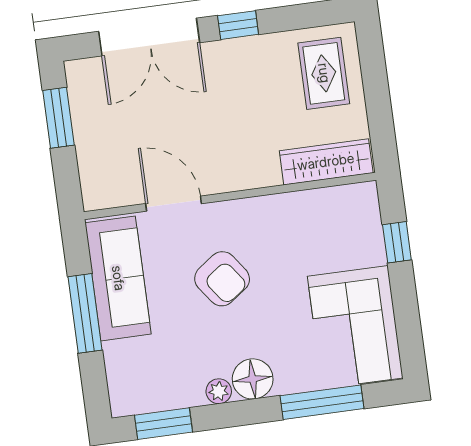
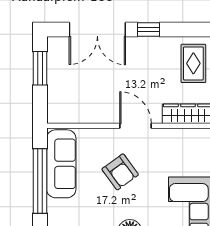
door: (174, 204) -> (136, 126), moved
window: (85, 313) -> (40, 181), width x1.46

